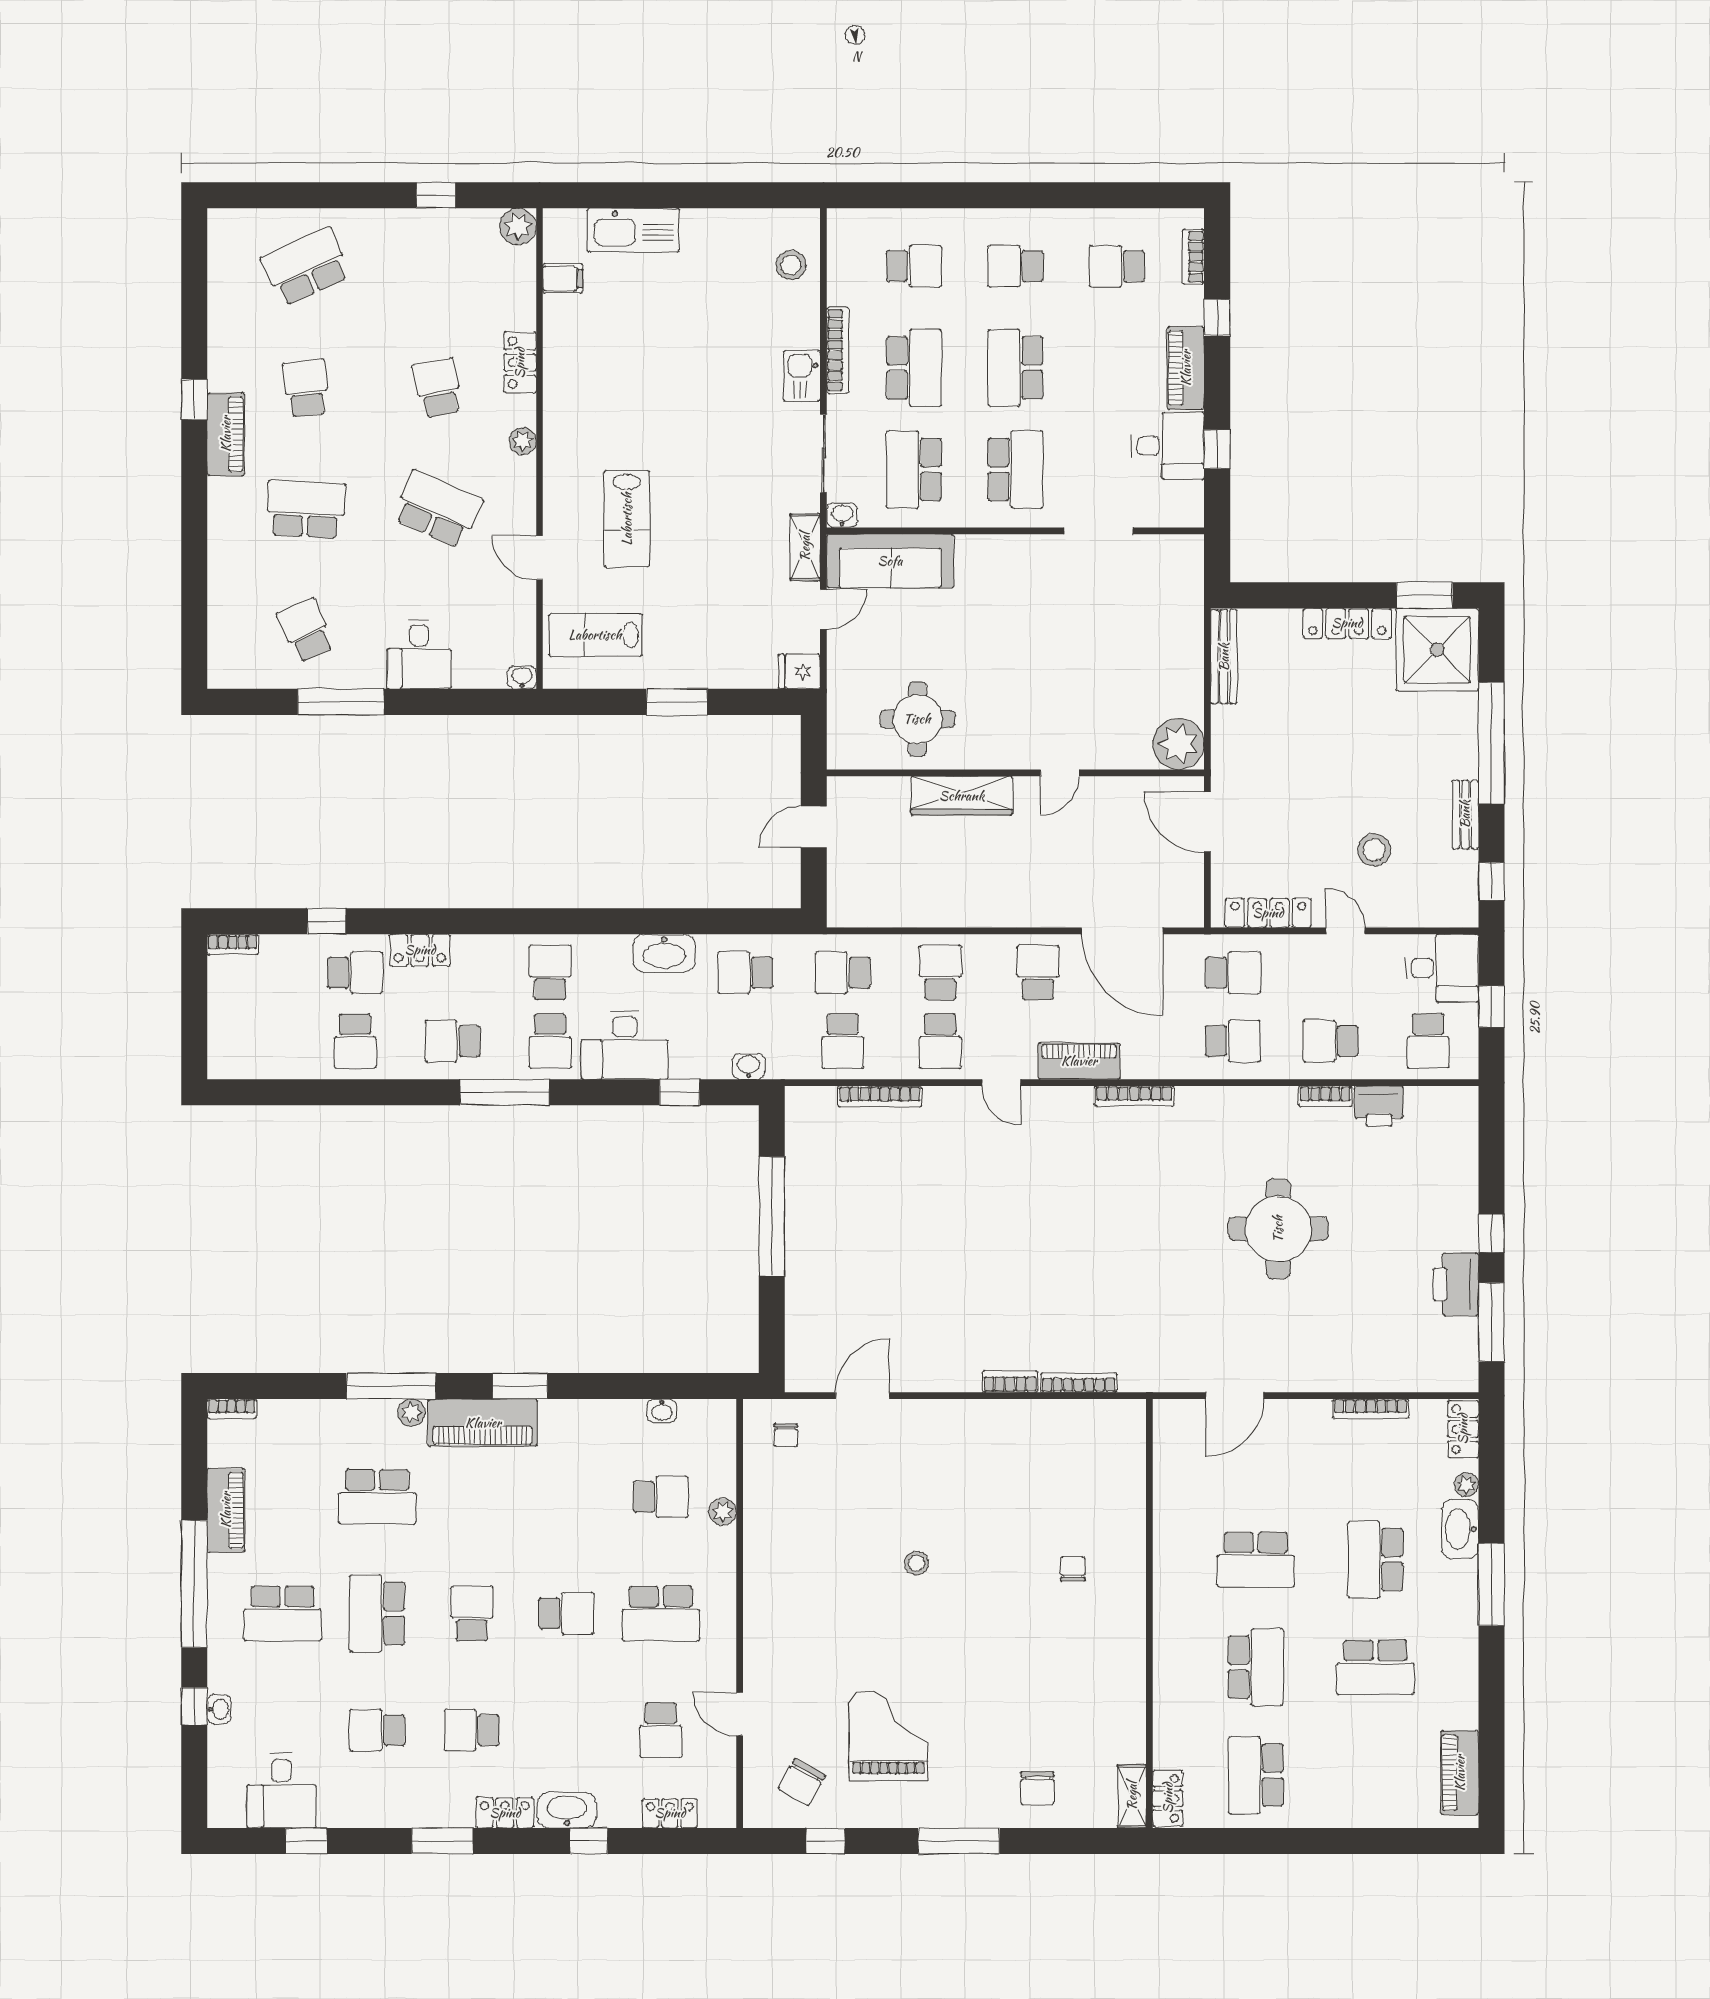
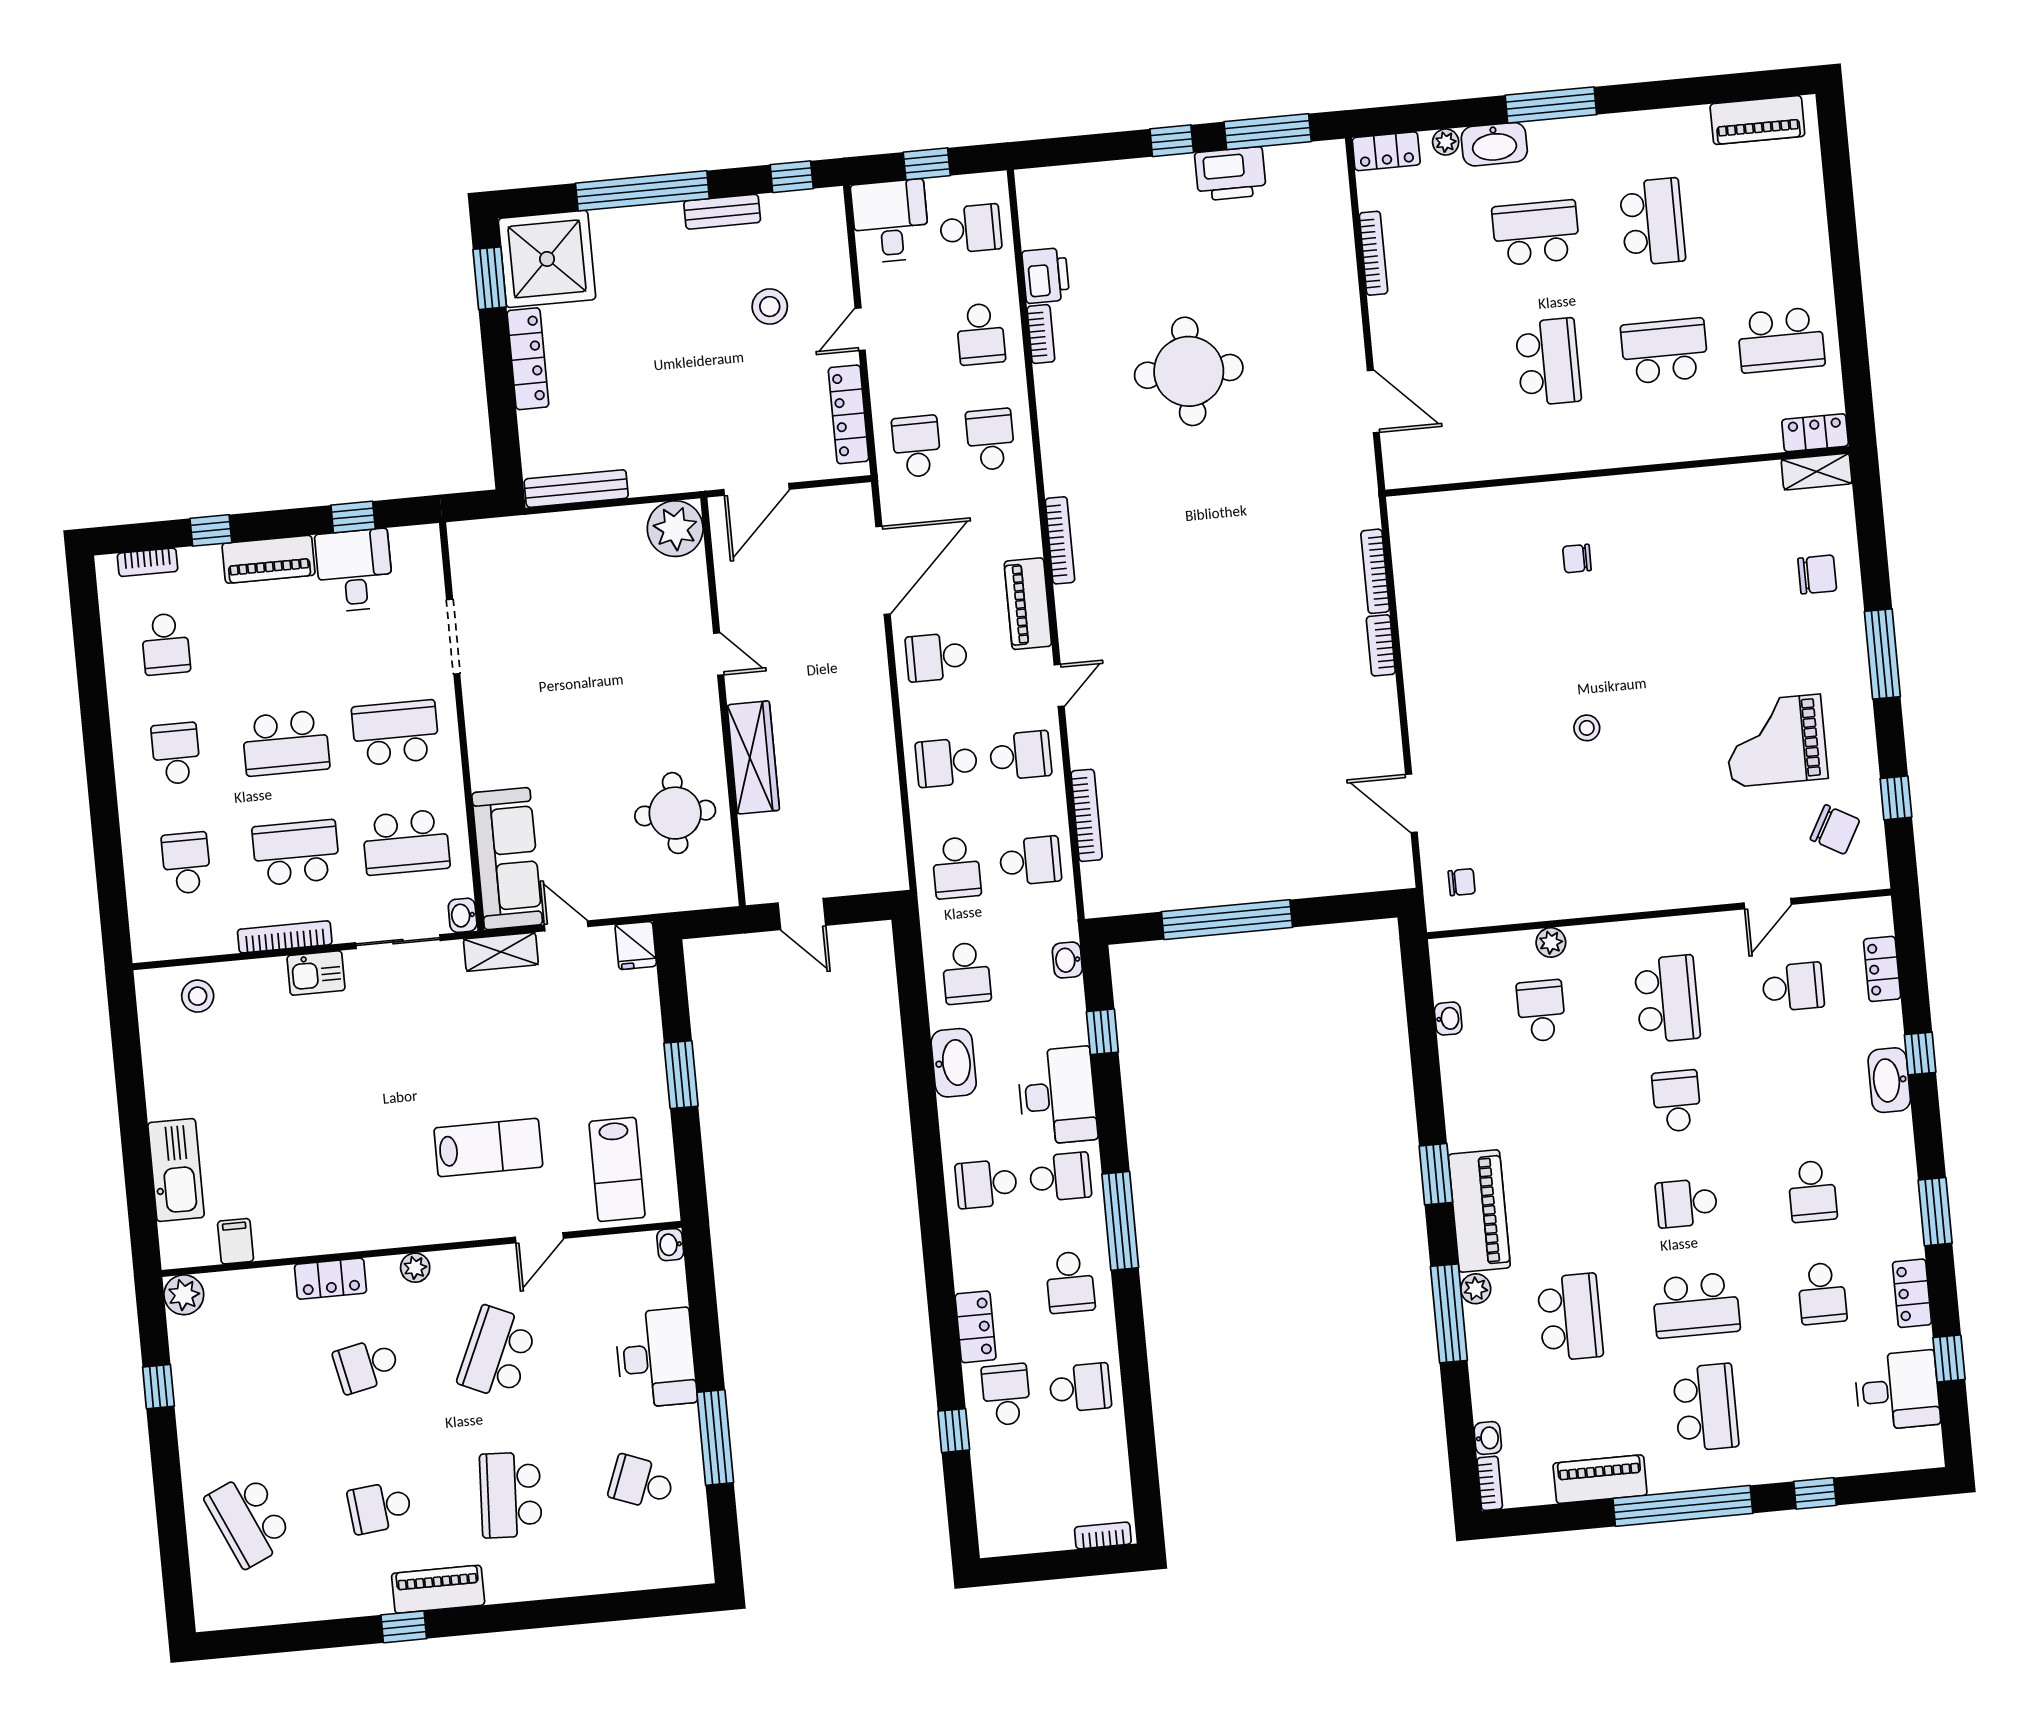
school desk: (1015, 266) -> (176, 753), turned 180
school desk: (306, 630) -> (642, 1483), turned 45
desk: (419, 654) -> (656, 1358), width x1.37
bookcase: (233, 944) -> (1103, 1535), moved, turned -90
school desk: (1375, 1560) -> (1536, 233), turned 180
washbasin: (219, 1709) -> (1488, 1438), moved, turned 90
locker: (505, 1813) -> (1912, 1293), moved

